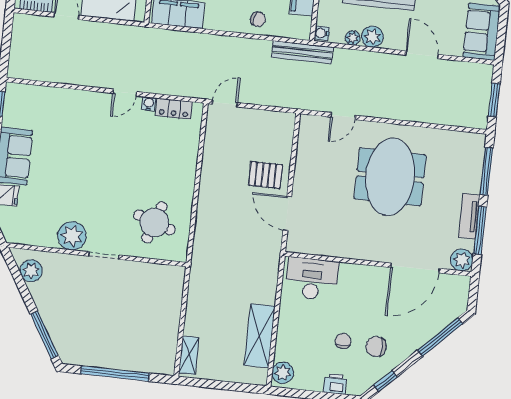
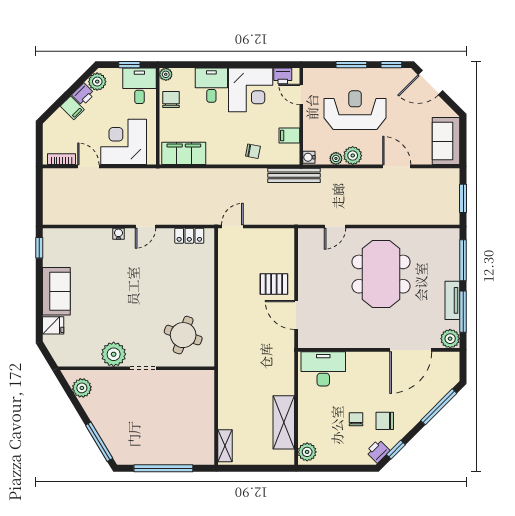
water cooler: (149, 104) -> (118, 234), moved
printer: (335, 384) -> (378, 451), moved, turned -45

